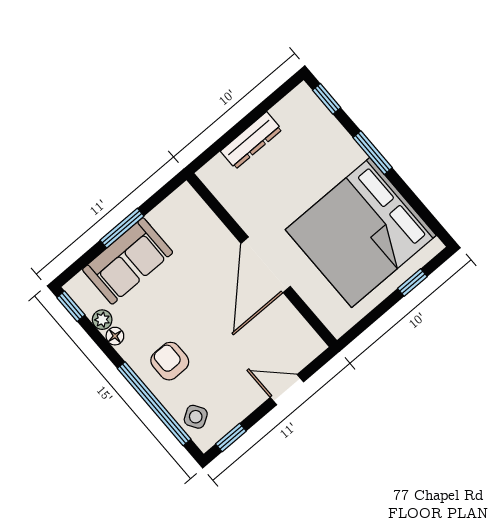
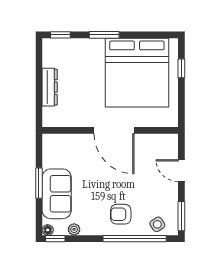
floor lamp: (115, 336) -> (48, 230), moved
door: (287, 390) -> (181, 171), hinge flipped
window: (231, 437) -> (181, 216), width x1.50

